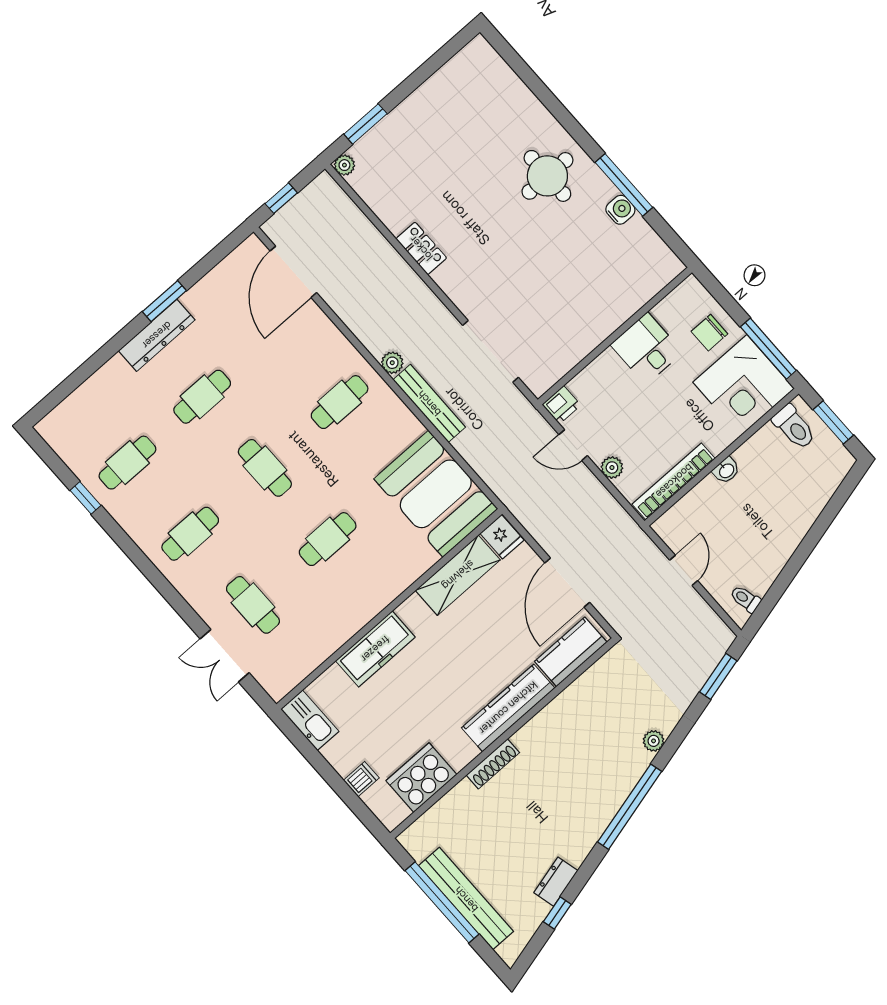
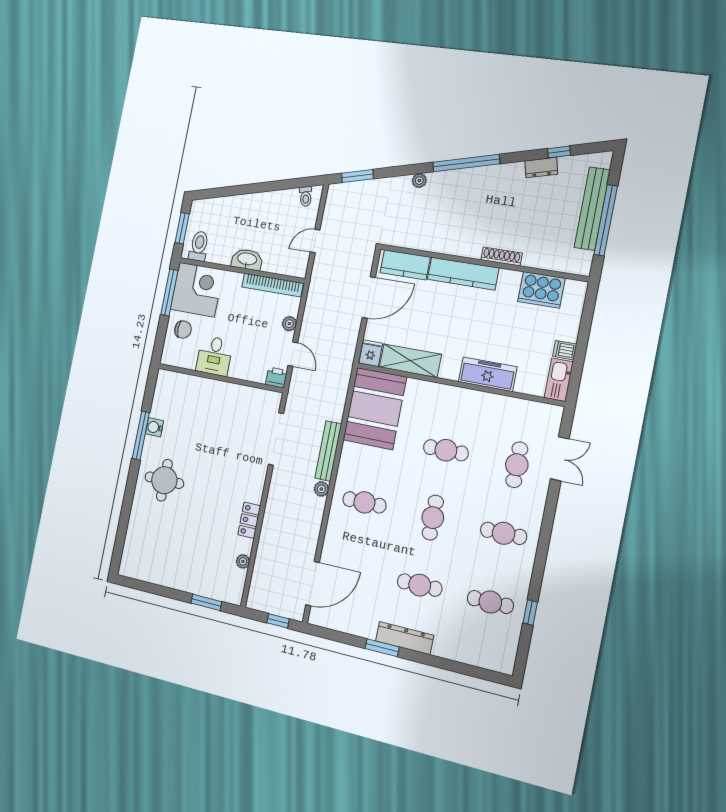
plant: (344, 165) -> (243, 561), moved
washbasin: (726, 470) -> (247, 259), width x1.91, depth x1.45
dishwasher: (361, 779) -> (565, 350), moved

